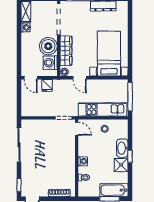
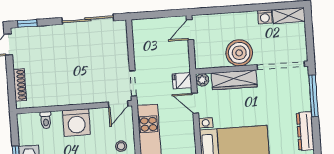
washing machine: (50, 63) -> (215, 57), removed
door: (80, 78) -> (195, 103), hinge flipped
fridge: (47, 85) -> (182, 81), moved
washing machine: (83, 161) -> (77, 122), width x1.89, depth x1.89

